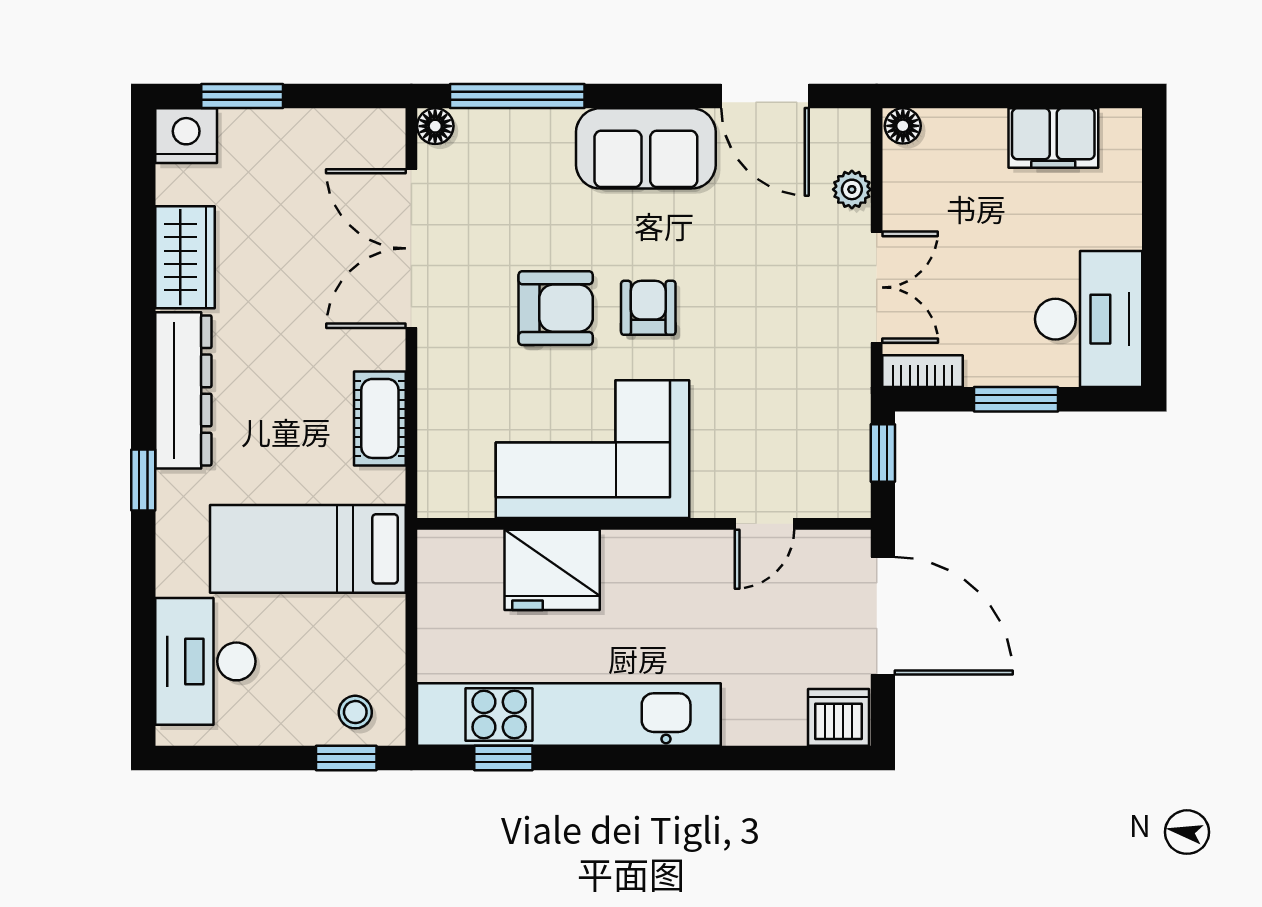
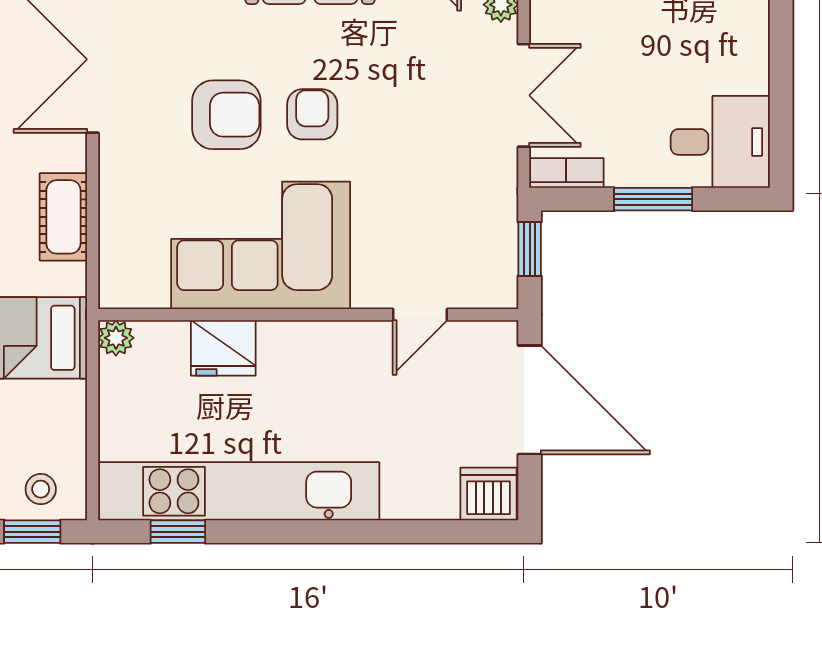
desk: (1089, 319) -> (720, 142), width x0.73
plant: (436, 549) -> (116, 338), added
fridge: (552, 570) -> (223, 348), width x0.73, depth x0.75

